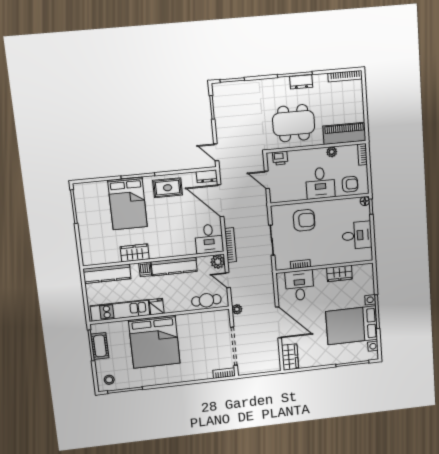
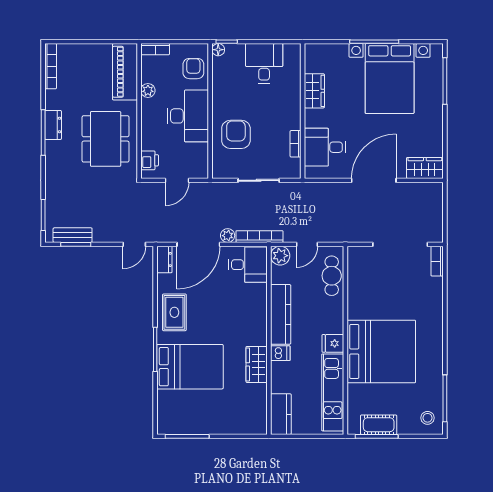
bench: (219, 104) -> (73, 235), added
desk: (320, 183) -> (188, 116), width x1.37
kitchen counter: (107, 274) -> (281, 414), width x0.67
plant: (237, 309) -> (228, 236), moved

